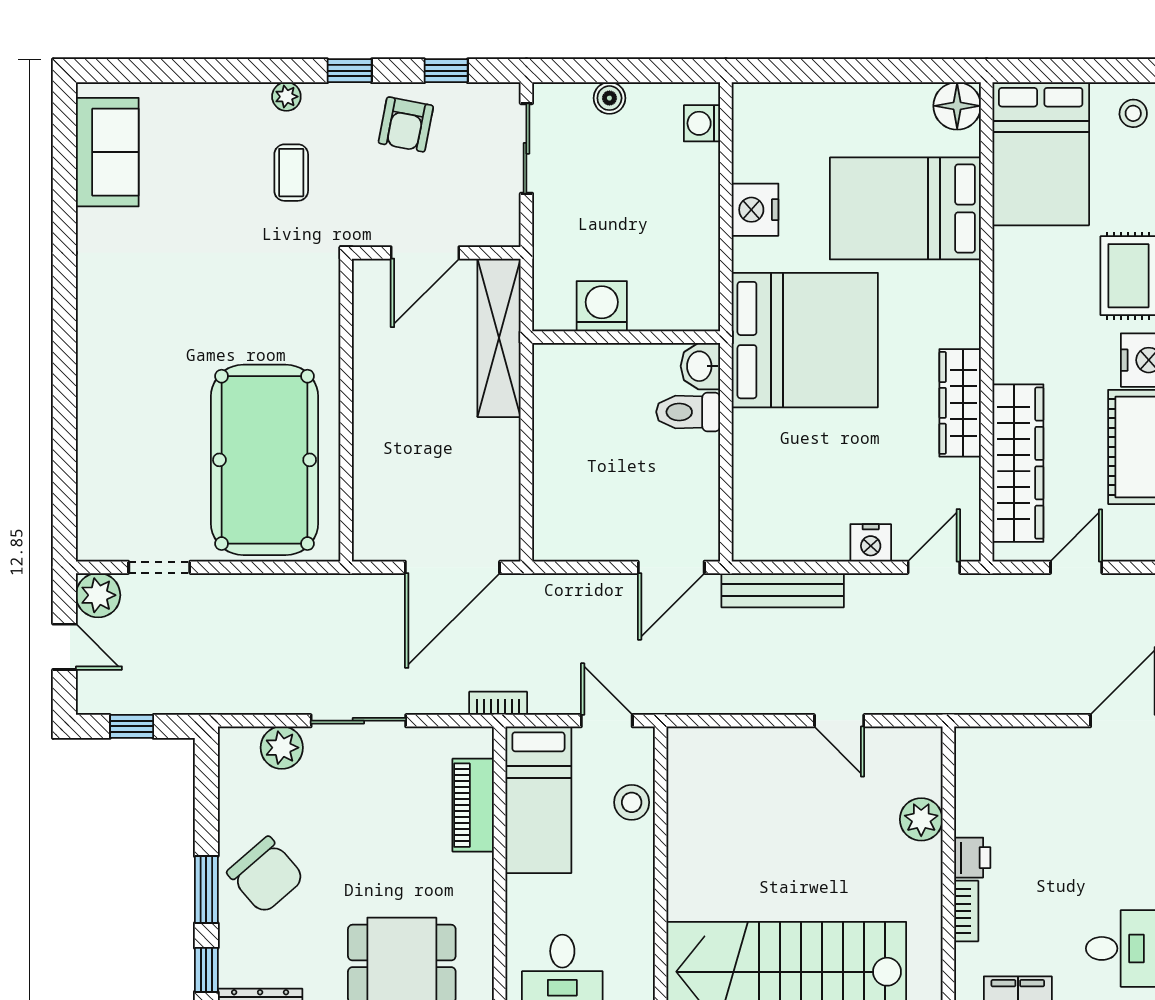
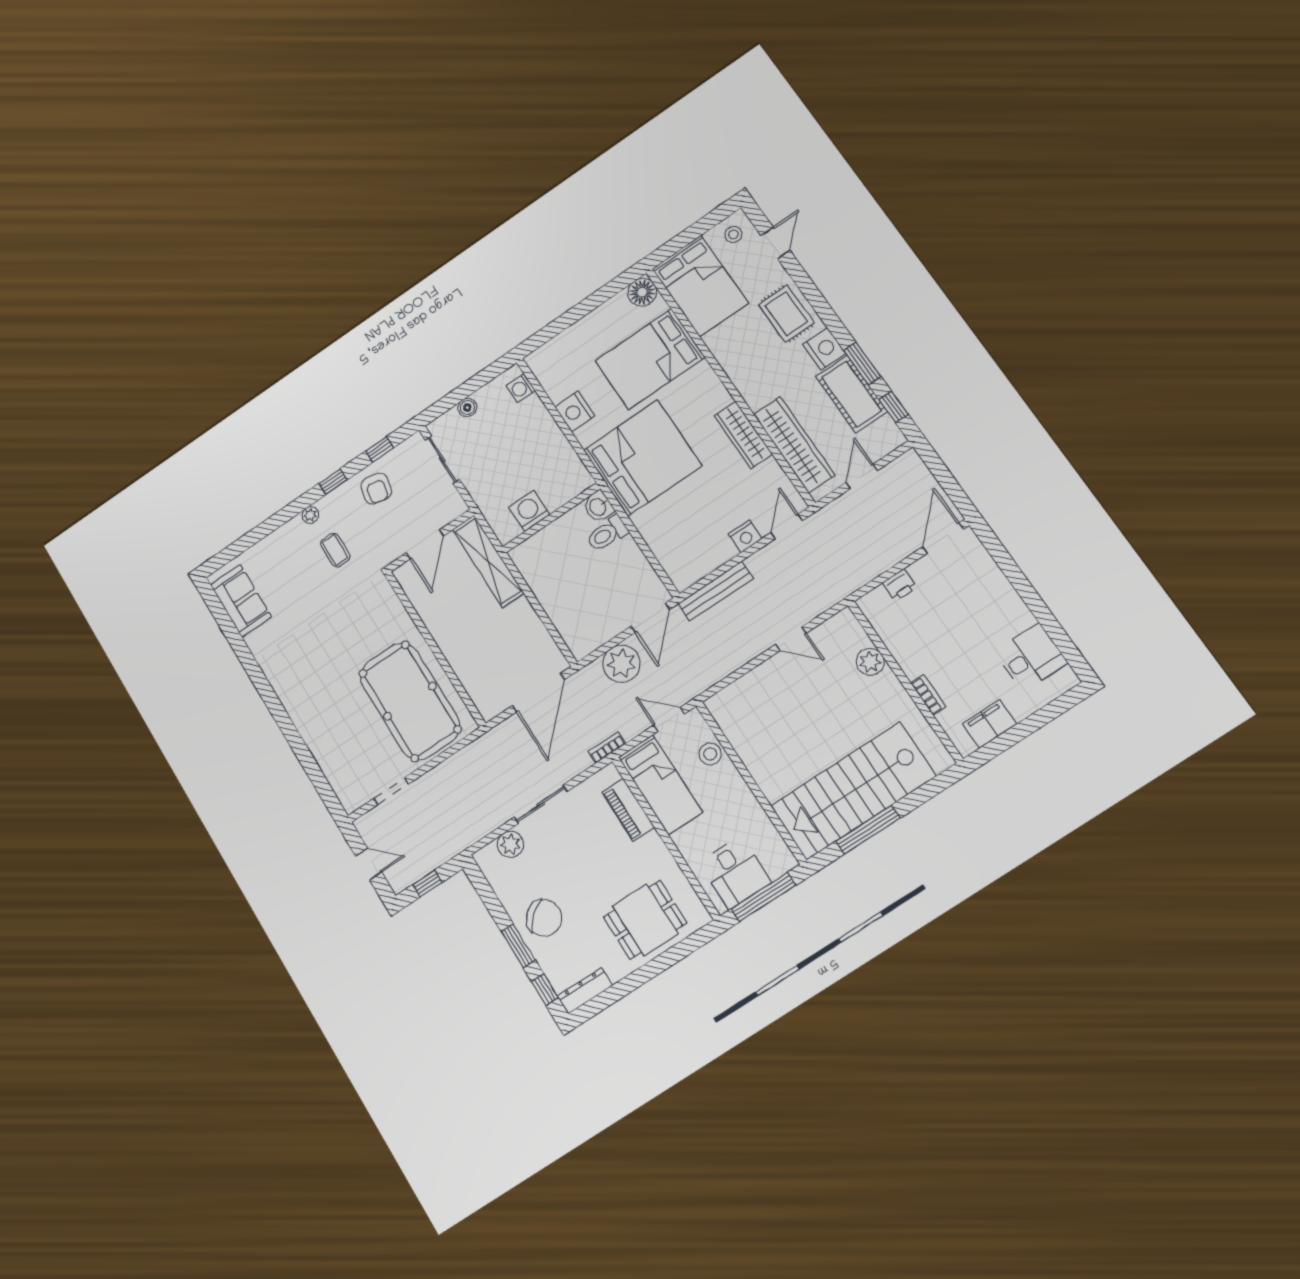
plant: (98, 595) -> (621, 664), moved, width x1.36, depth x1.36
printer: (972, 858) -> (900, 585), moved, turned 90

